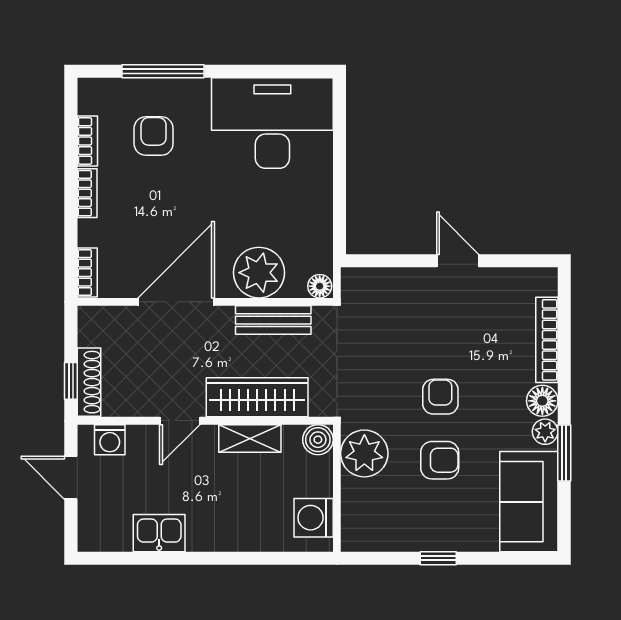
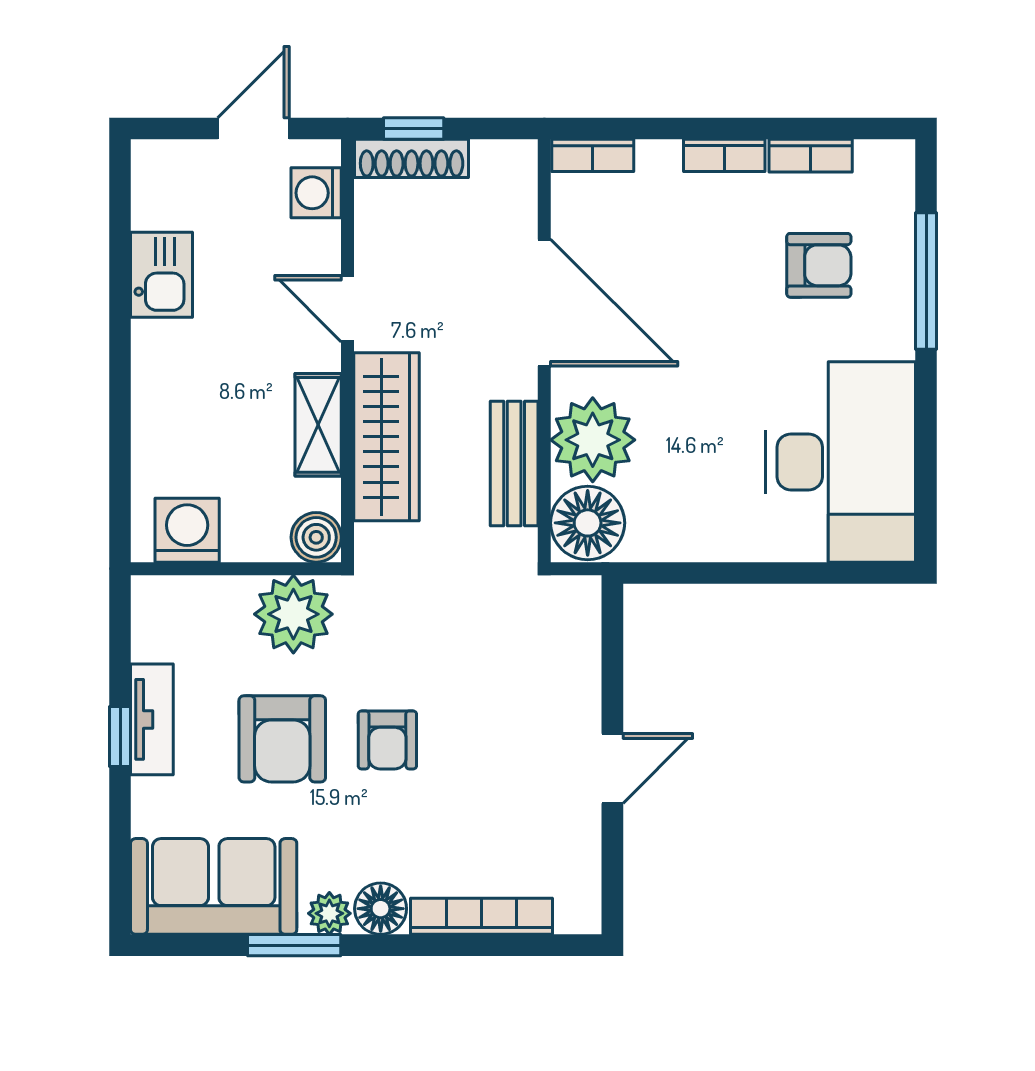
floor lamp: (320, 286) -> (588, 523), width x1.89, depth x1.89
armchair: (440, 397) -> (387, 740), turned 90
armchair: (440, 460) -> (282, 739), width x1.38, depth x1.38
tv unit: (428, 539) -> (152, 719), added

